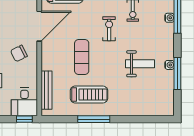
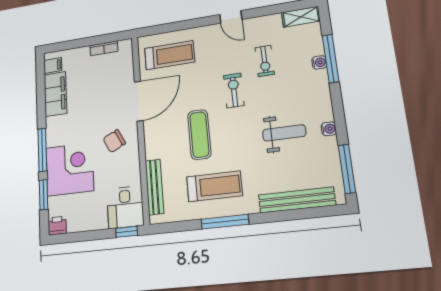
window: (177, 73) -> (347, 169), moved
bench: (143, 110) -> (297, 200), added

